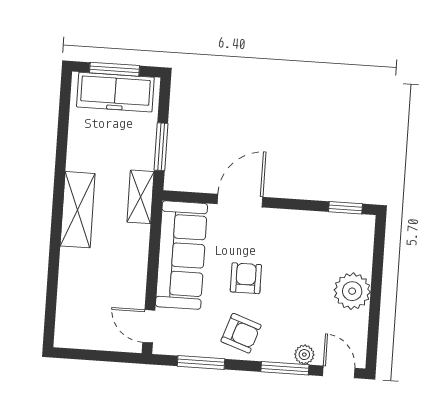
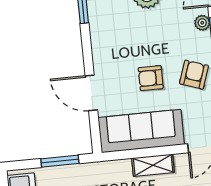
shelving: (141, 197) -> (153, 165), moved

